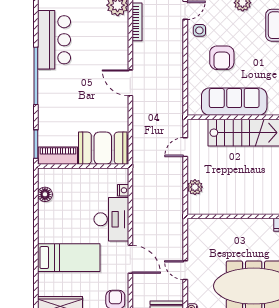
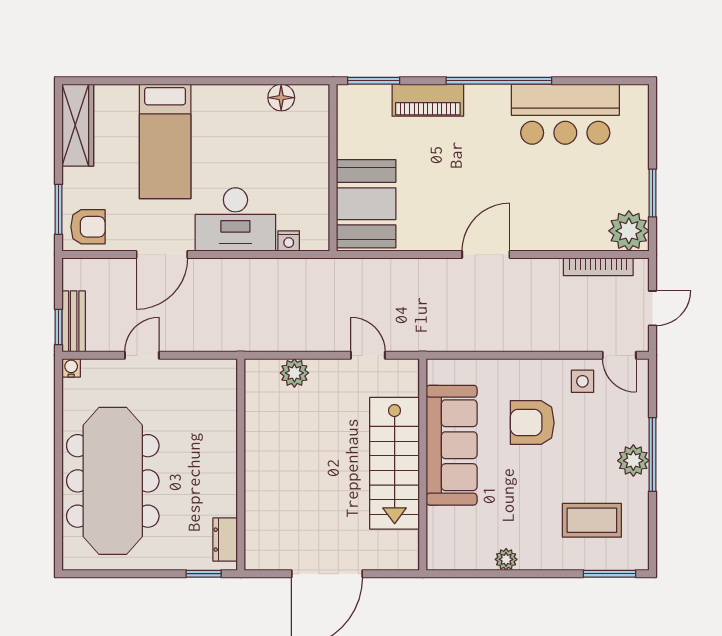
piano: (58, 156) -> (428, 100), moved, turned 90

